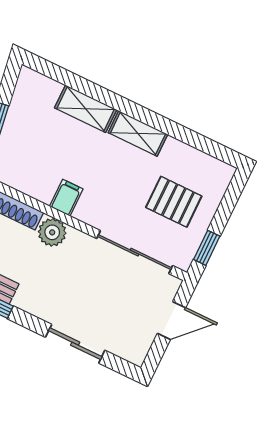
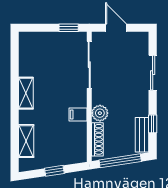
shelving: (86, 109) -> (26, 141), moved
pallet: (174, 202) -> (53, 57), removed

